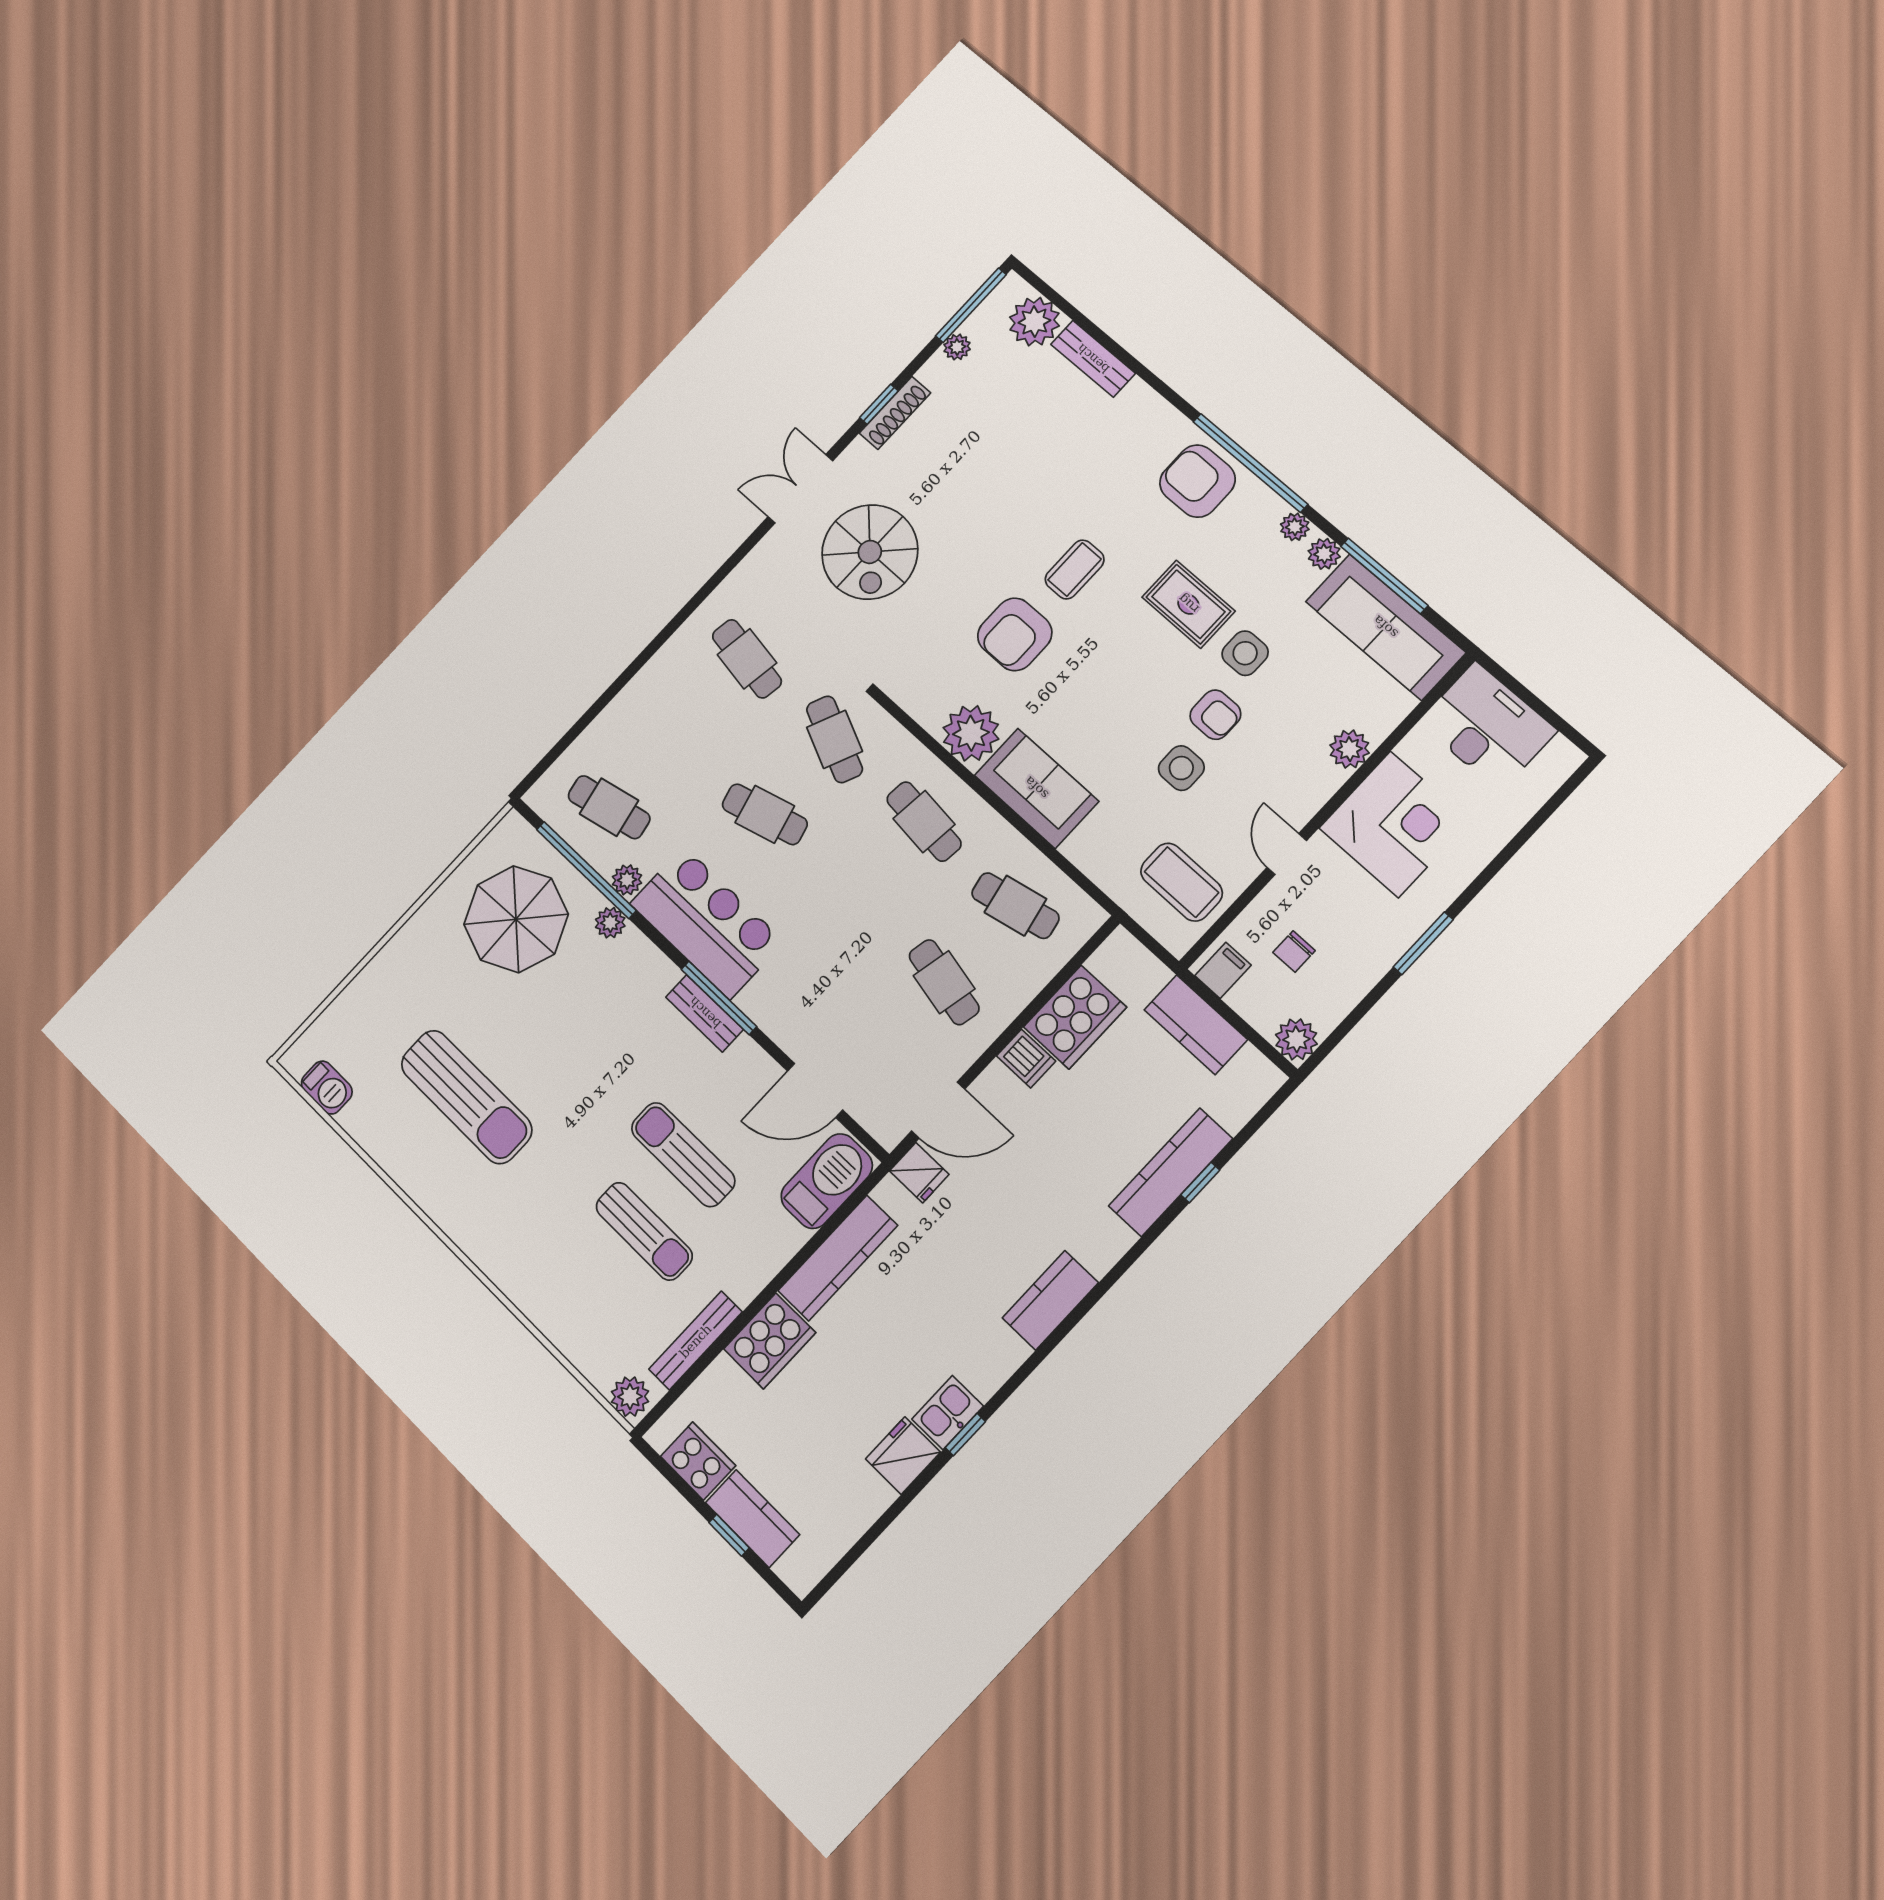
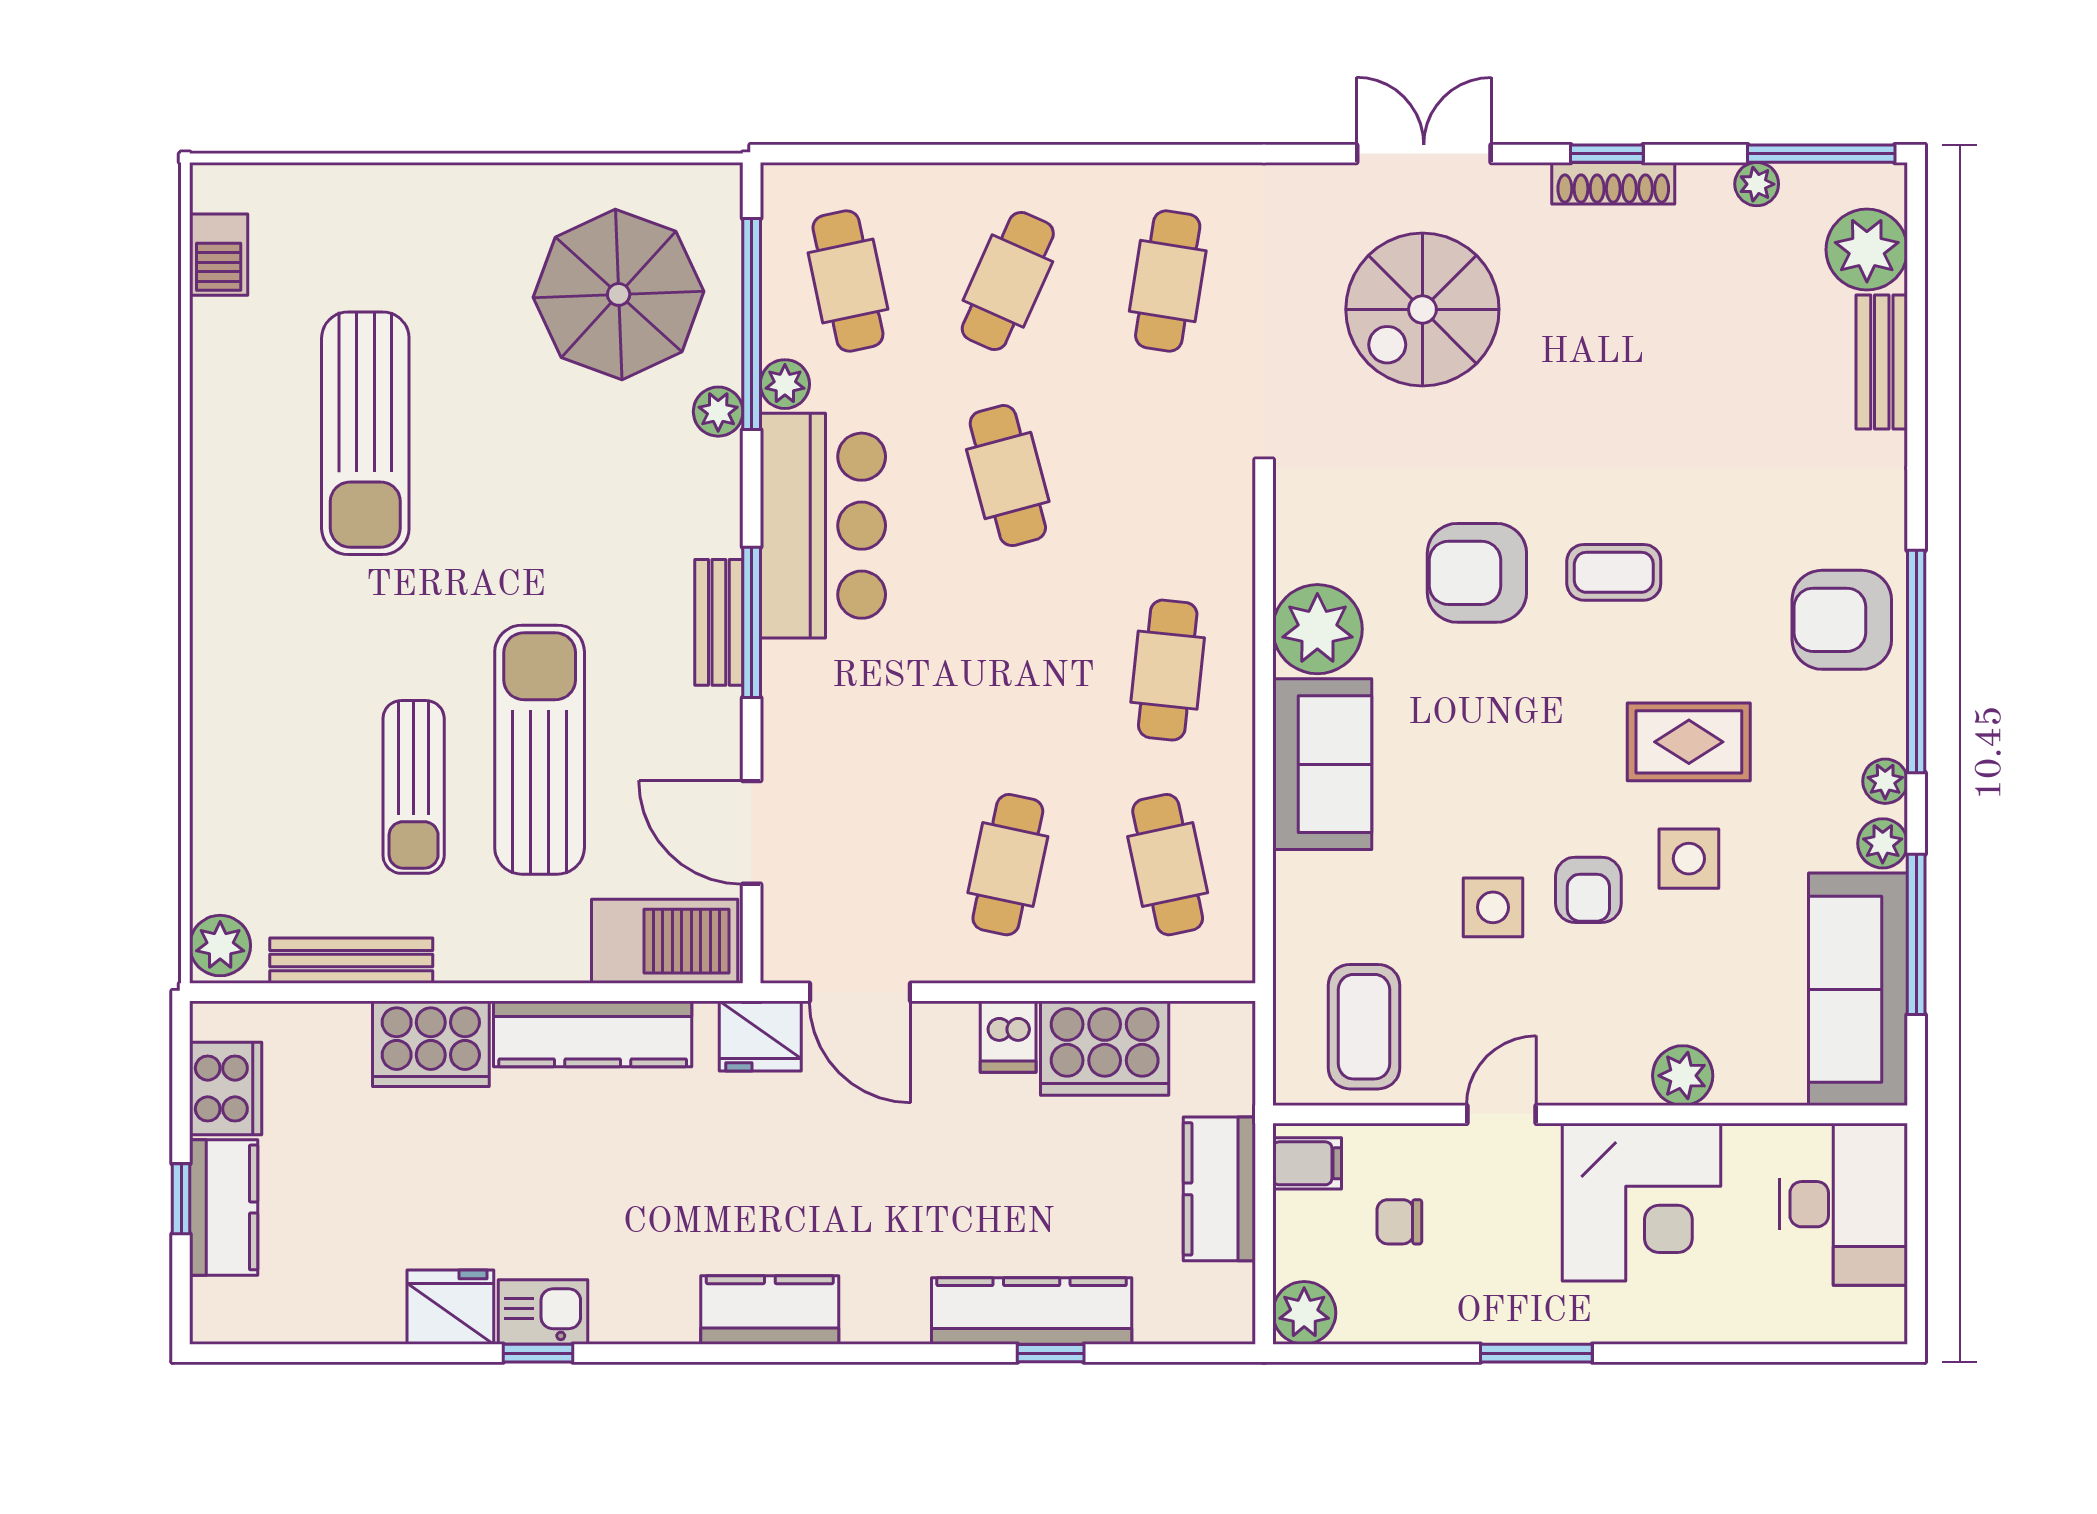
armchair: (1197, 481) -> (1842, 620), turned -90
rug: (1188, 604) -> (1689, 742), turned 90
cafe table: (835, 739) -> (1008, 281), moved
sun lounger: (683, 1155) -> (540, 750), width x1.36, depth x1.34
fridge: (919, 1173) -> (760, 1036), width x1.38

